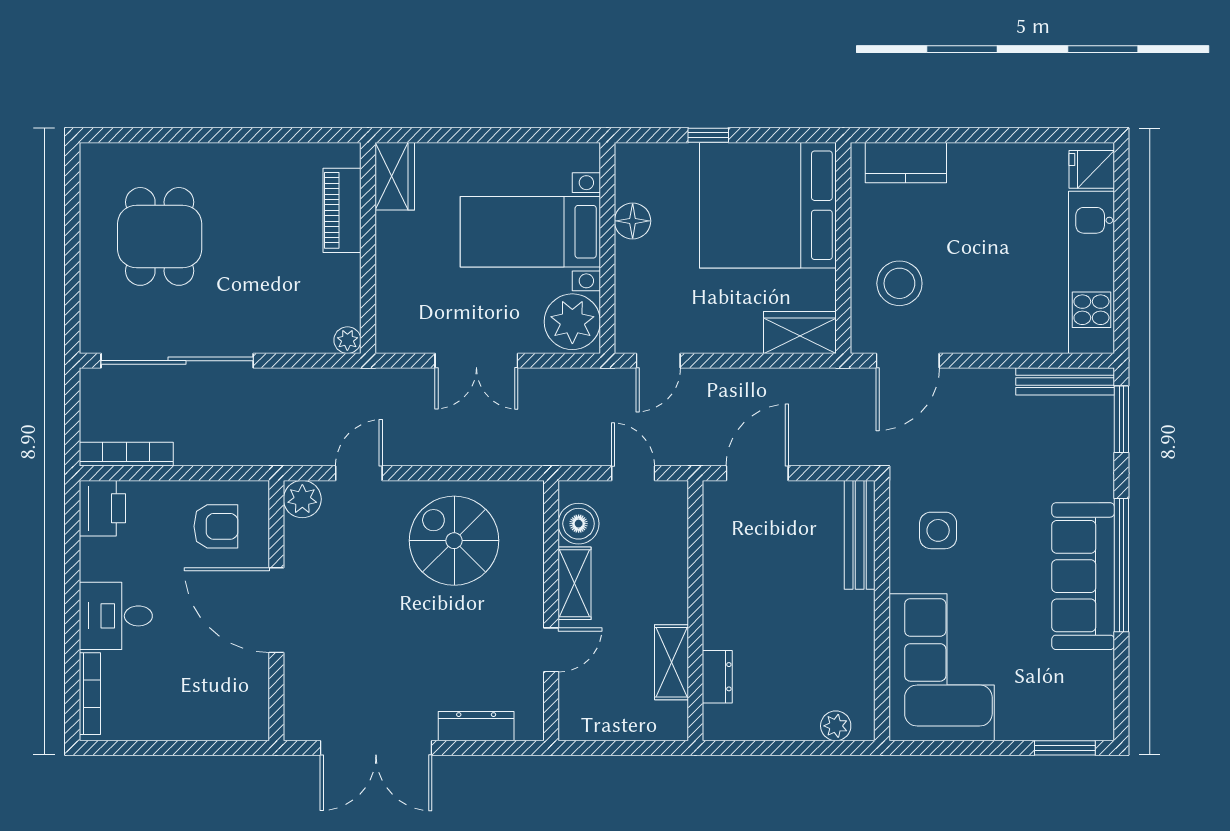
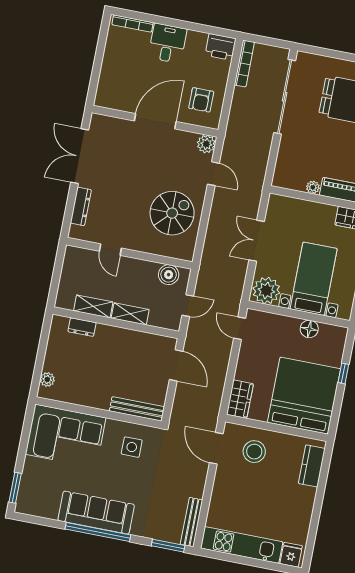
plant: (347, 340) -> (313, 187), moved
shelving: (574, 583) -> (130, 314), moved

